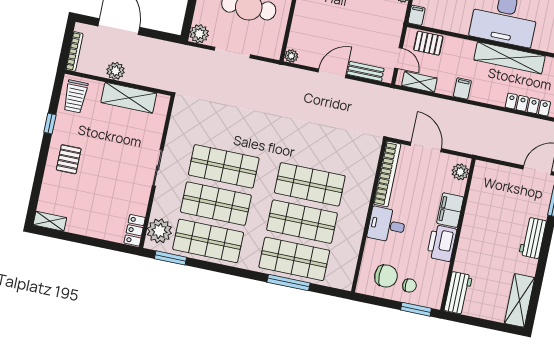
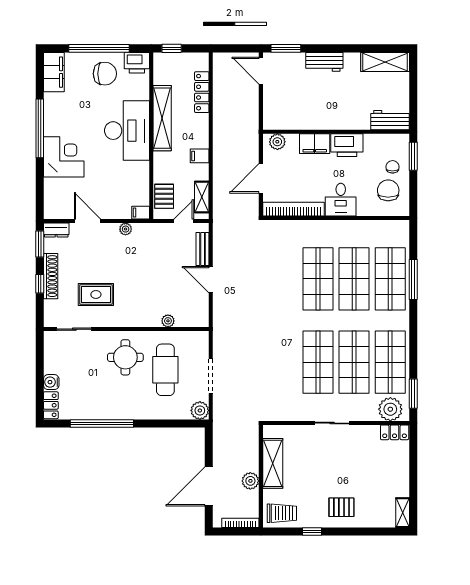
plant: (291, 56) -> (168, 321), moved

